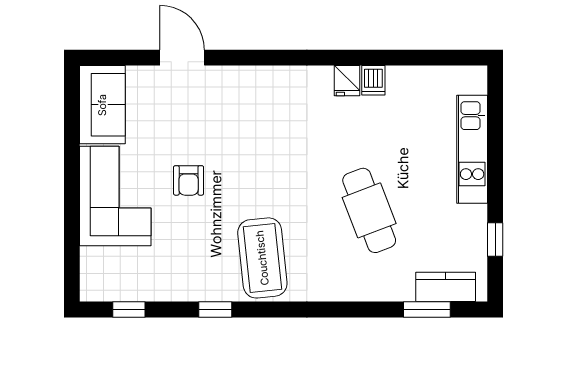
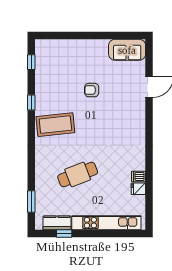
fridge: (347, 81) -> (138, 189), moved
kitchen unit: (472, 149) -> (106, 223), width x1.36
corner sofa: (115, 196) -> (84, 56), removed
kitchen counter: (446, 287) -> (57, 223), moved, turned -90

